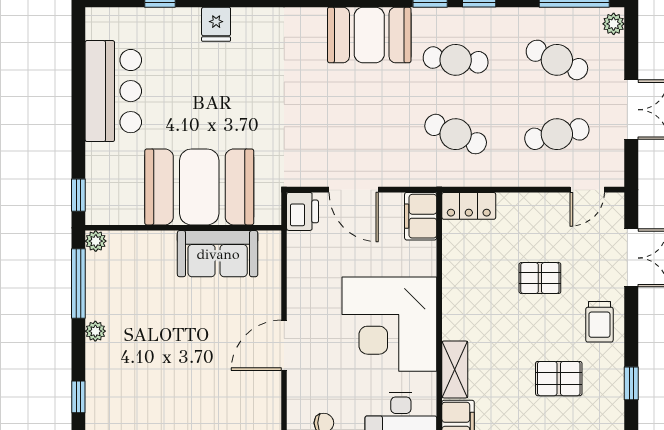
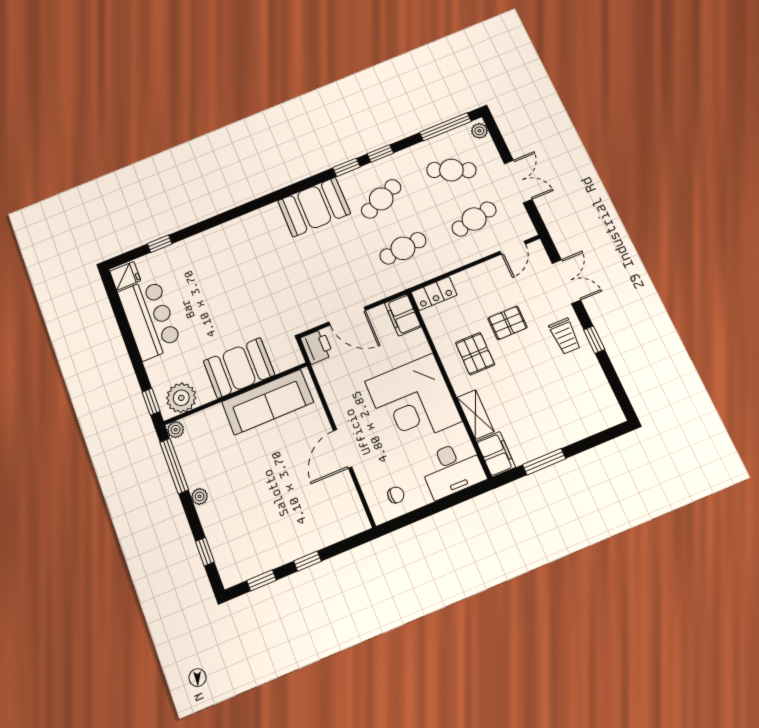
fridge: (216, 24) -> (125, 276), moved, turned -90
cafe table: (456, 60) -> (381, 199), turned -30
cafe table: (456, 134) -> (403, 248), turned -30
booth: (199, 187) -> (239, 368), width x0.73, depth x0.70
plant: (116, 206) -> (181, 398), added
sofa: (218, 254) -> (268, 402), width x1.36
pallet: (559, 379) -> (475, 354), moved, turned 90
window: (631, 383) -> (594, 340), moved

